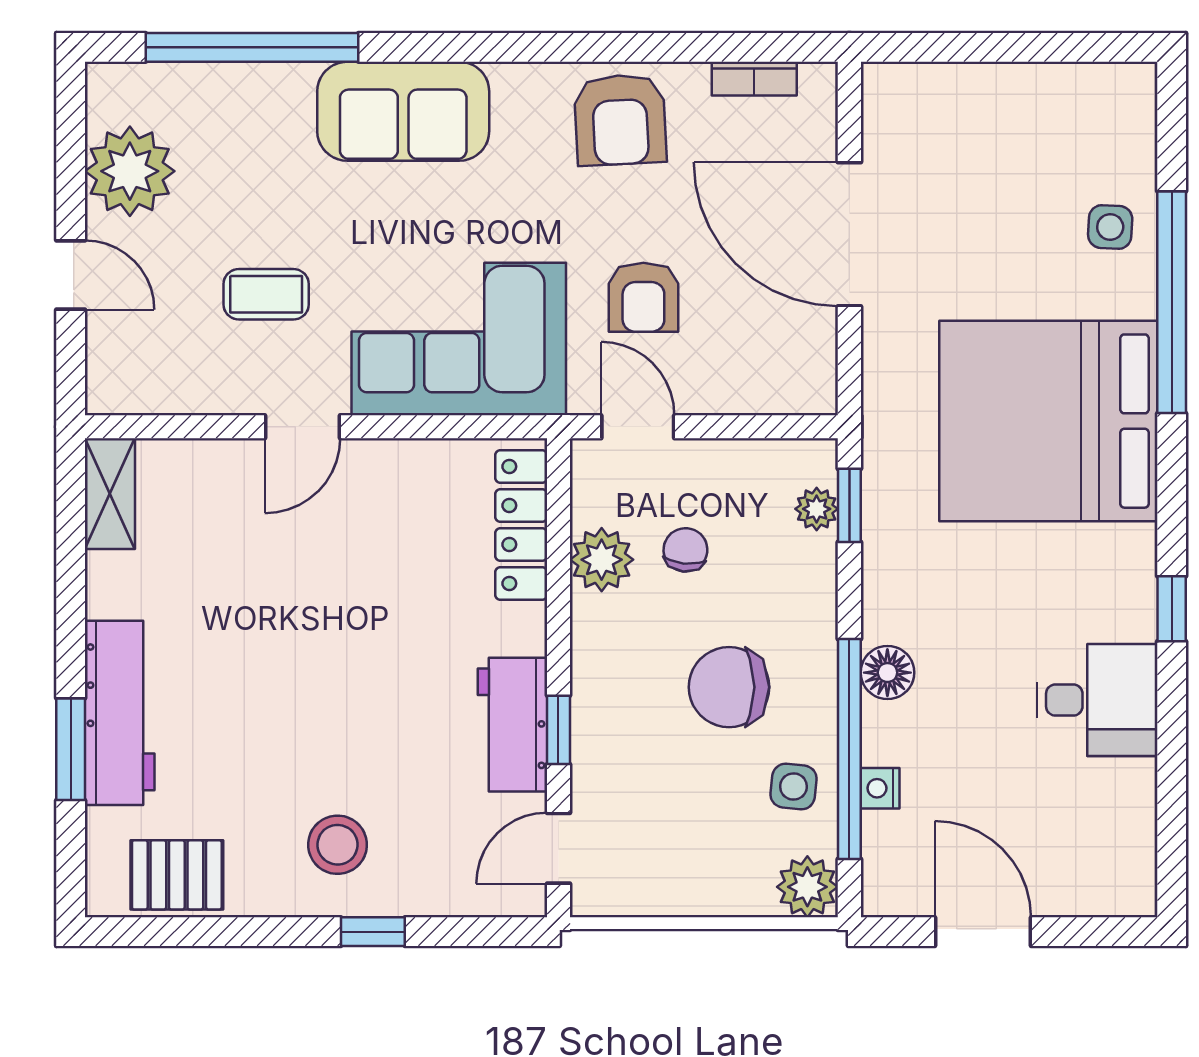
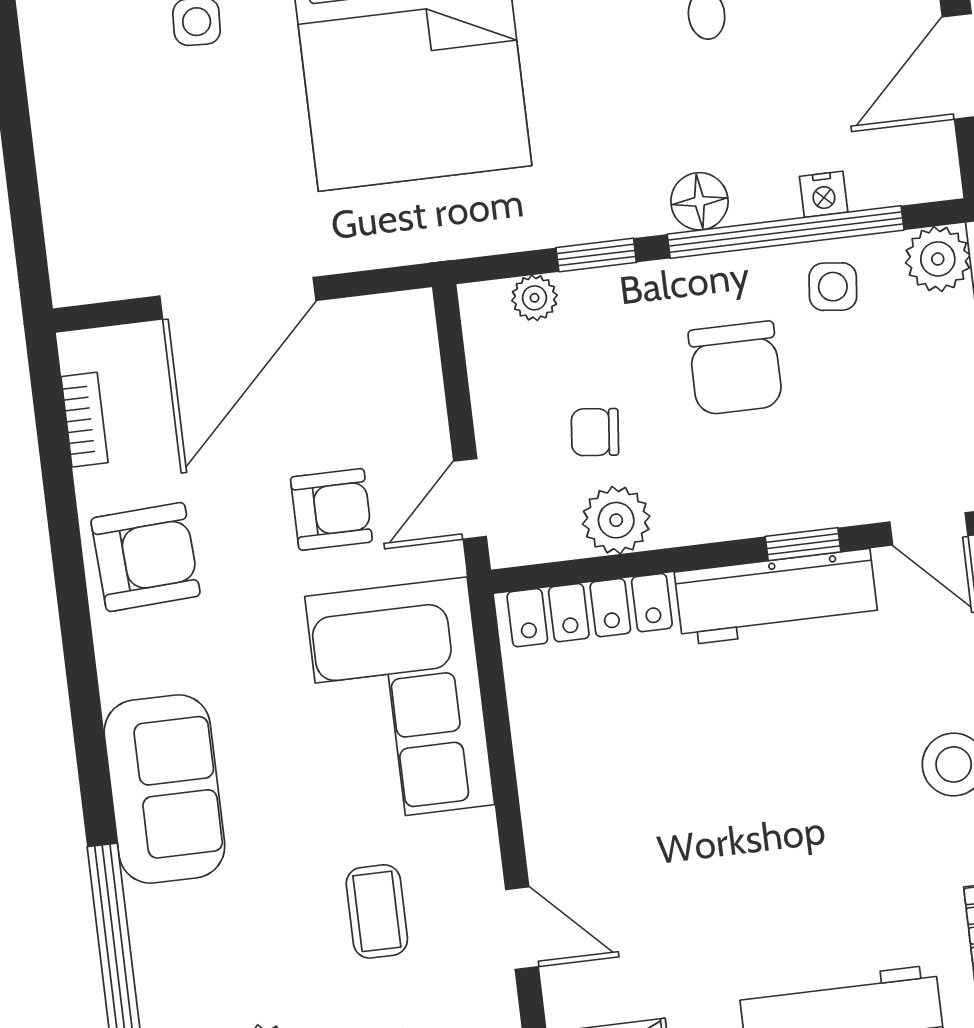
door: (303, 427) -> (522, 928), moved
window: (849, 505) -> (596, 255), moved
workbench: (512, 725) -> (777, 597), width x1.38

